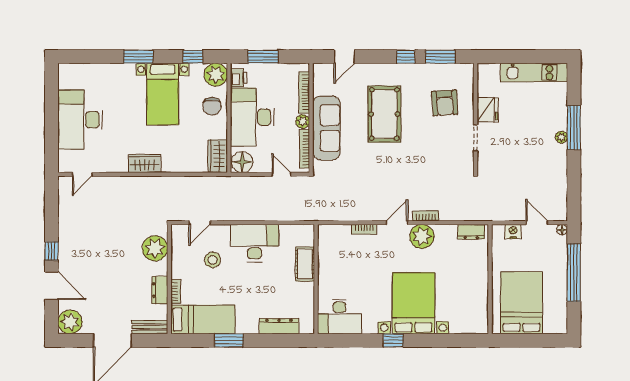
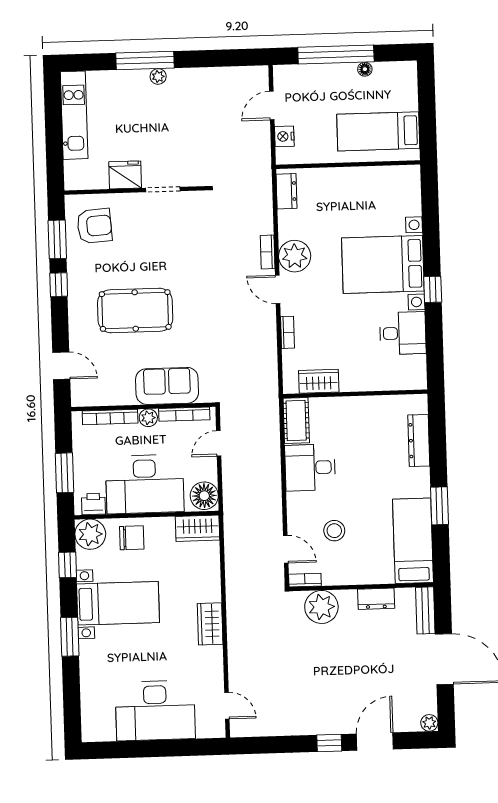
armchair: (445, 103) -> (94, 226), moved
sofa: (326, 128) -> (167, 386), width x0.73
floor lamp: (562, 230) -> (365, 69), moved
desk: (255, 243) -> (310, 468), width x0.73
wardrobe: (326, 252) -> (319, 381), added
cot: (305, 264) -> (296, 420), moved, turned 90
bookcase: (176, 291) -> (305, 580), moved
bed: (522, 303) -> (378, 131), width x0.67
desk: (340, 317) -> (403, 333), moved, width x0.73
plant: (70, 322) -> (429, 723), width x0.53, depth x0.53

